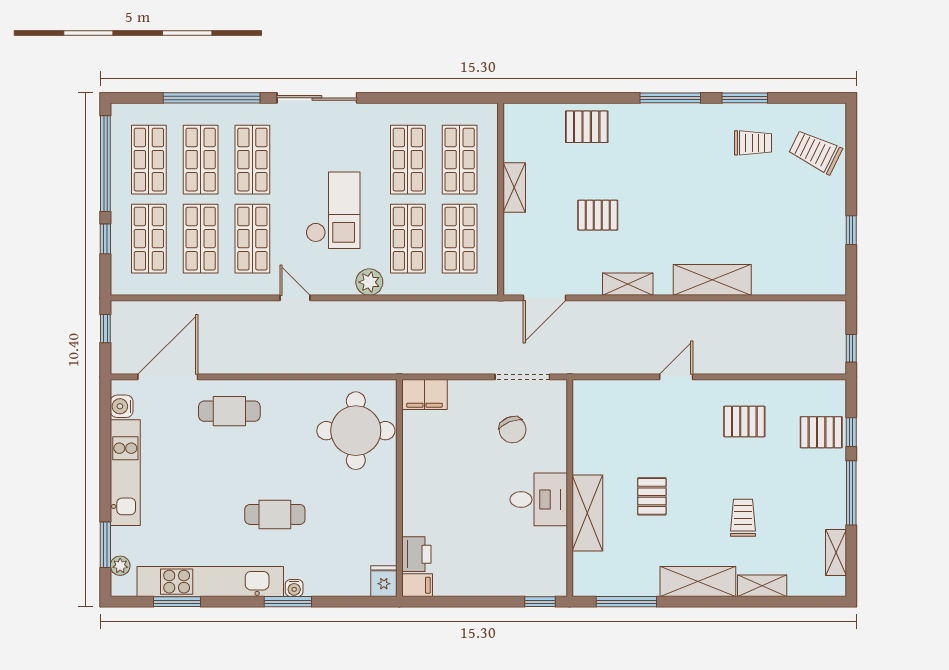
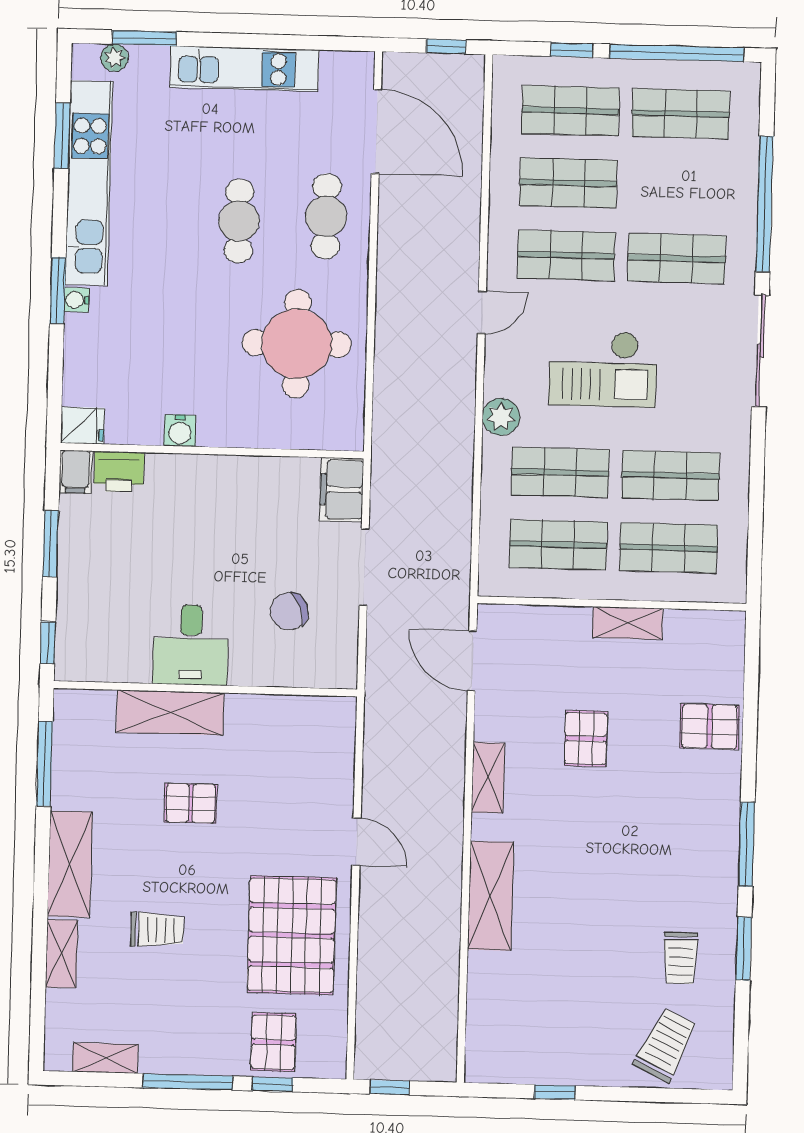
pallet: (587, 127) -> (710, 727), turned 90
shop shelf: (201, 160) -> (679, 186), removed
doorway: (522, 377) -> (364, 567), moved
water cooler: (122, 406) -> (180, 431), moved, turned 180
pallet: (744, 421) -> (292, 935), width x2.05, depth x2.00
round table: (356, 431) -> (297, 344), moved
cafe table: (275, 514) -> (239, 221), moved
window: (469, 602) -> (51, 544), added

